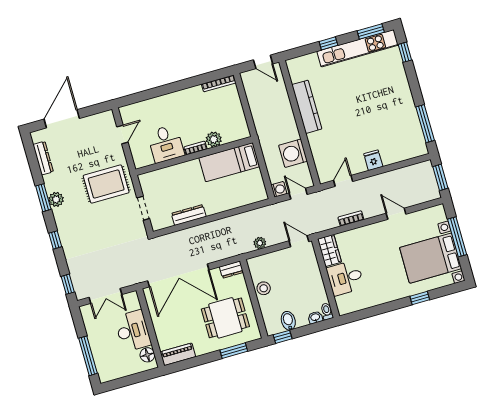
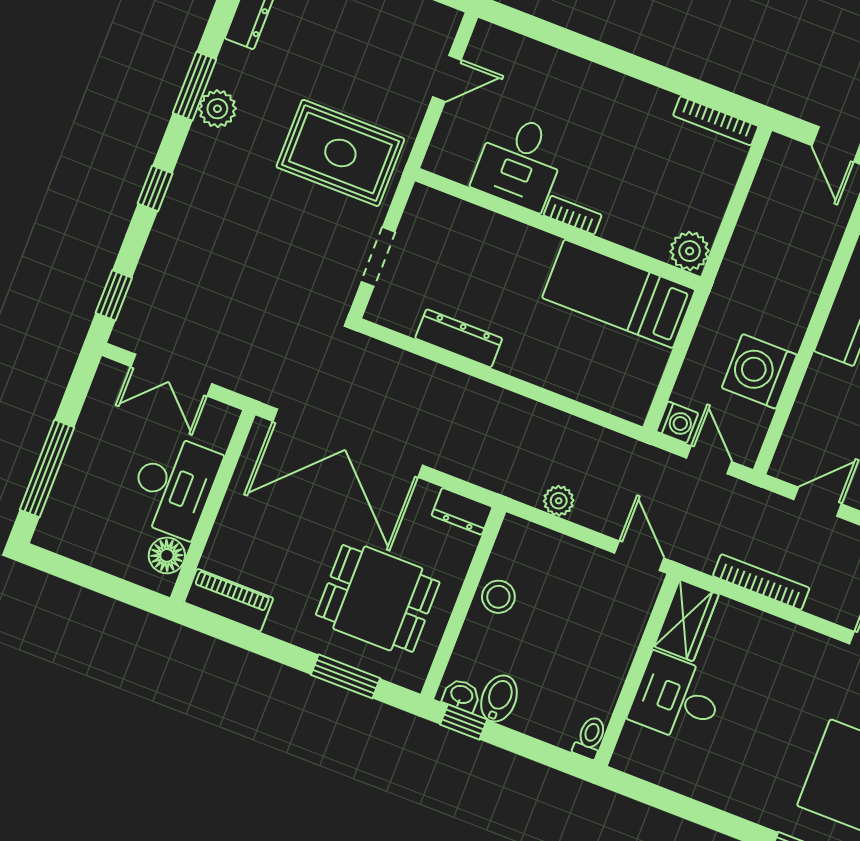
plant: (214, 139) -> (690, 251), moved
bookcase: (351, 218) -> (761, 582), width x1.56
washbasin: (315, 317) -> (461, 695), moved

